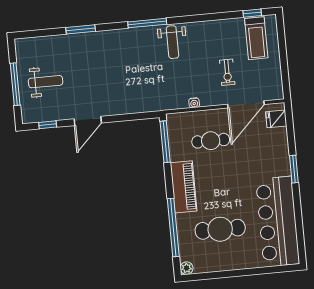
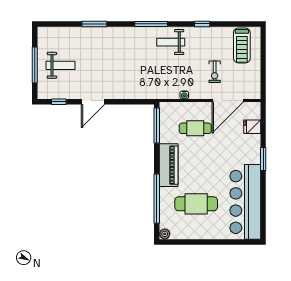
window: (252, 13) -> (202, 24), moved
weight bench: (172, 42) -> (171, 42), turned 90
fridge: (276, 119) -> (252, 127), moved

